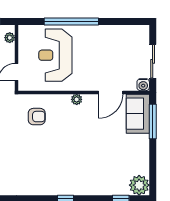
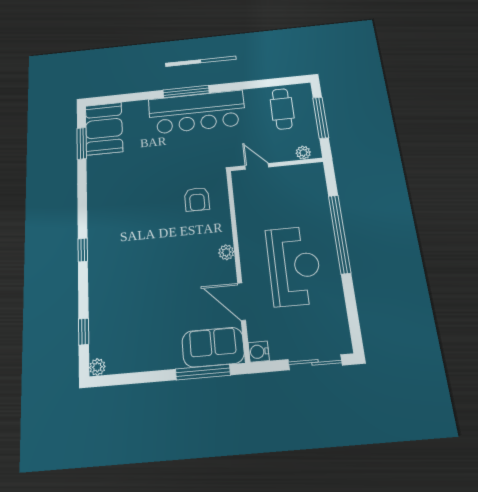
reception desk: (55, 55) -> (294, 266), moved, turned 90
sliding door: (153, 61) -> (315, 362), moved
plant: (139, 185) -> (97, 367), width x0.53, depth x0.53

